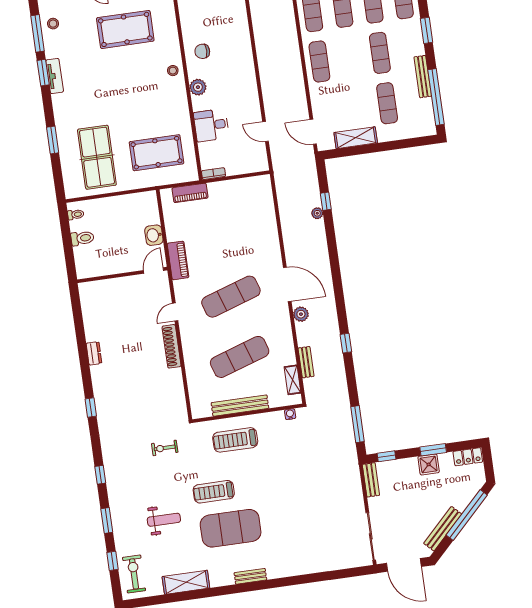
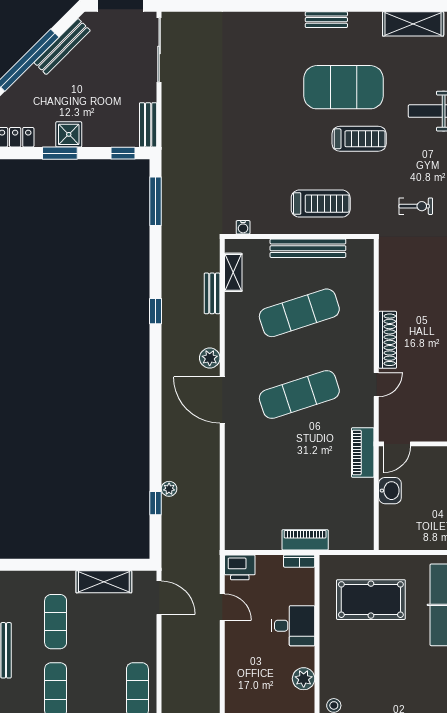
printer: (257, 163) -> (240, 567), added
piano: (190, 193) -> (305, 540), moved

